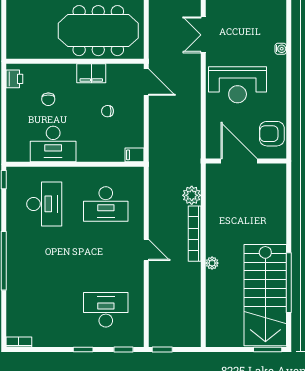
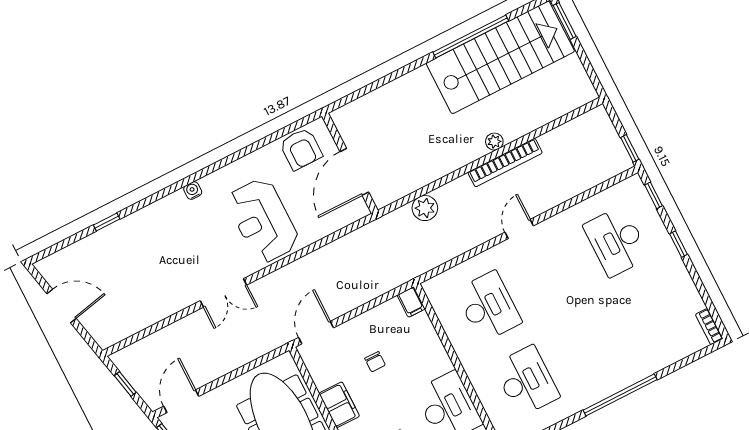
reception desk: (238, 85) -> (263, 221), turned 180
desk: (44, 204) -> (526, 381), turned 90
bookcase: (195, 234) -> (505, 163), moved

